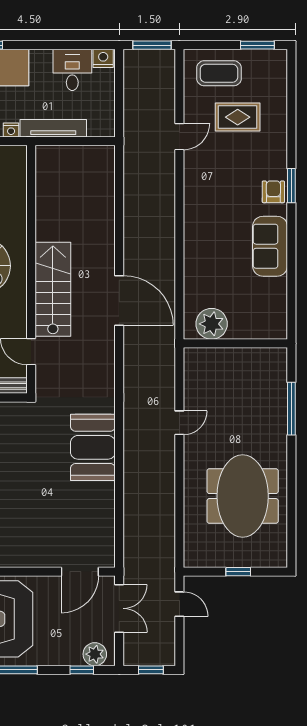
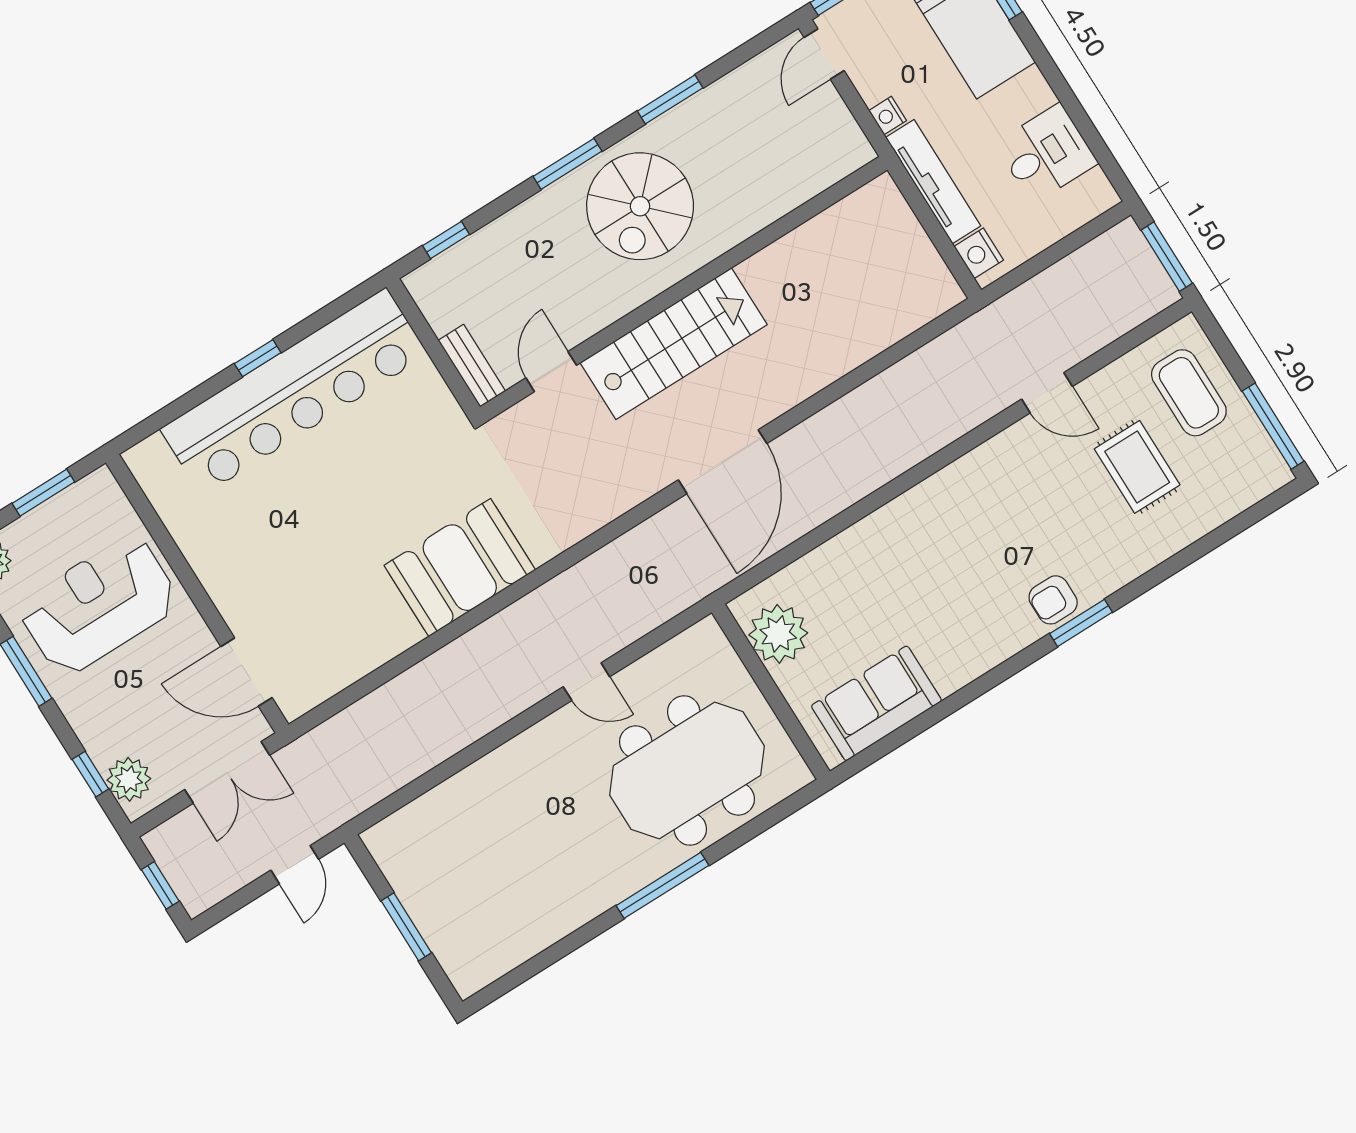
window: (257, 45) -> (1273, 426), width x1.44
nightstand: (103, 58) -> (979, 253), moved, turned 180
armchair: (273, 192) -> (1053, 600), turned 180
sofa: (270, 246) -> (876, 703), moved
window: (291, 409) -> (662, 885), moved
meeting table: (243, 496) -> (687, 770), moved
window: (238, 572) -> (406, 927), width x1.50

